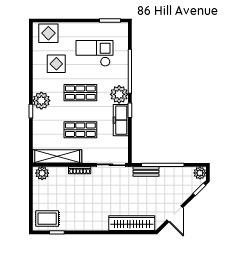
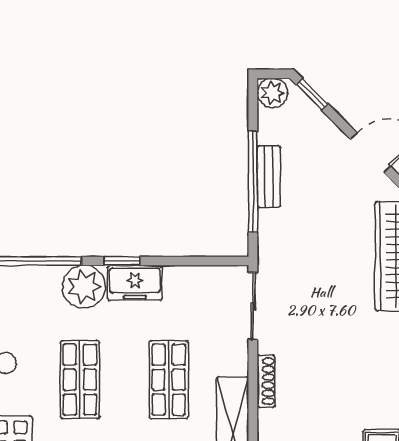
freezer: (121, 120) -> (135, 283), width x0.71
bench: (146, 171) -> (269, 177), moved

